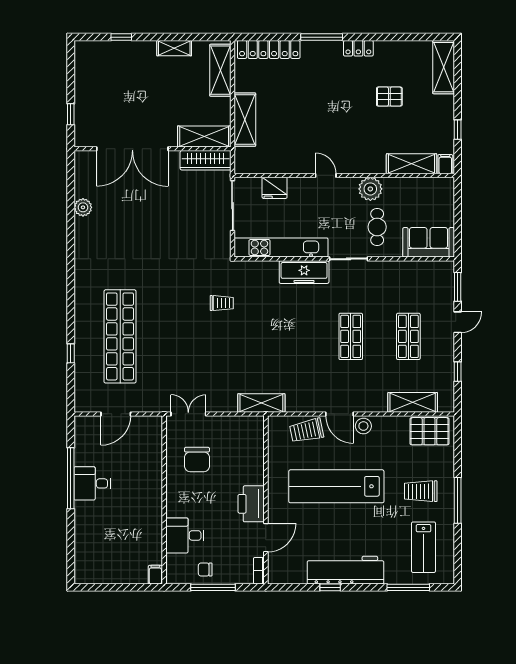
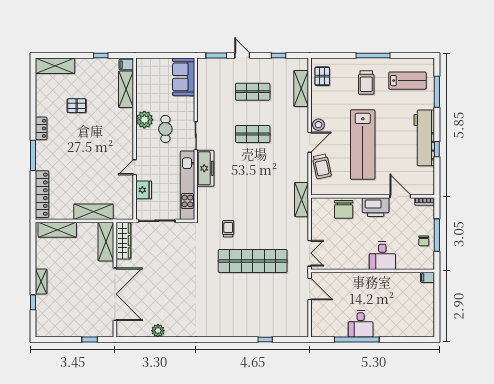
shelving: (174, 48) -> (41, 281), moved
pallet: (389, 97) -> (77, 106), turned 90
door: (326, 175) -> (135, 167), moved
cafe table: (377, 227) -> (165, 129), moved, turned 90
shop shelf: (120, 336) -> (253, 261), moved
door: (116, 414) -> (310, 289), moved
double door: (188, 414) -> (310, 253), swing flipped
pallet: (429, 431) -> (322, 76), width x0.67, depth x0.71
chair: (197, 460) -> (344, 209), moved, turned 90
desk: (185, 535) -> (382, 256), moved

